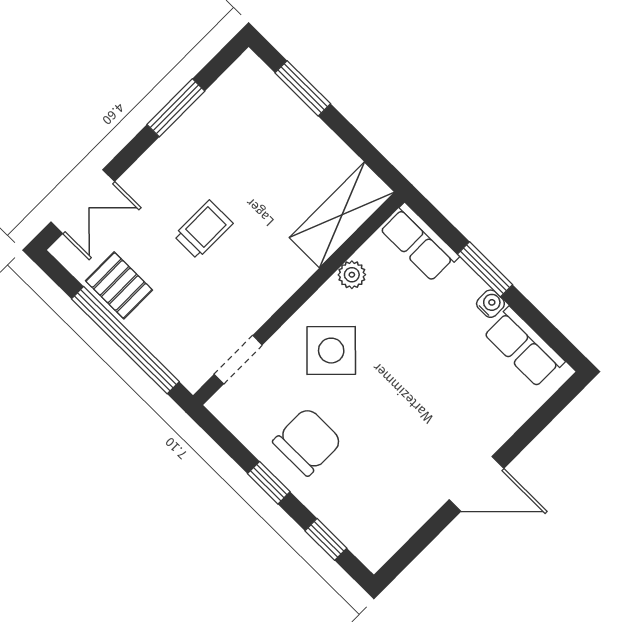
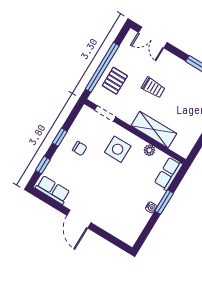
shelving: (342, 215) -> (154, 130), moved
pallet: (119, 285) -> (115, 81), moved
row of seats: (524, 347) -> (53, 190), moved, turned 90
side table: (331, 351) -> (118, 149), turned 45
chair: (307, 442) -> (80, 149), width x0.54, depth x0.54

